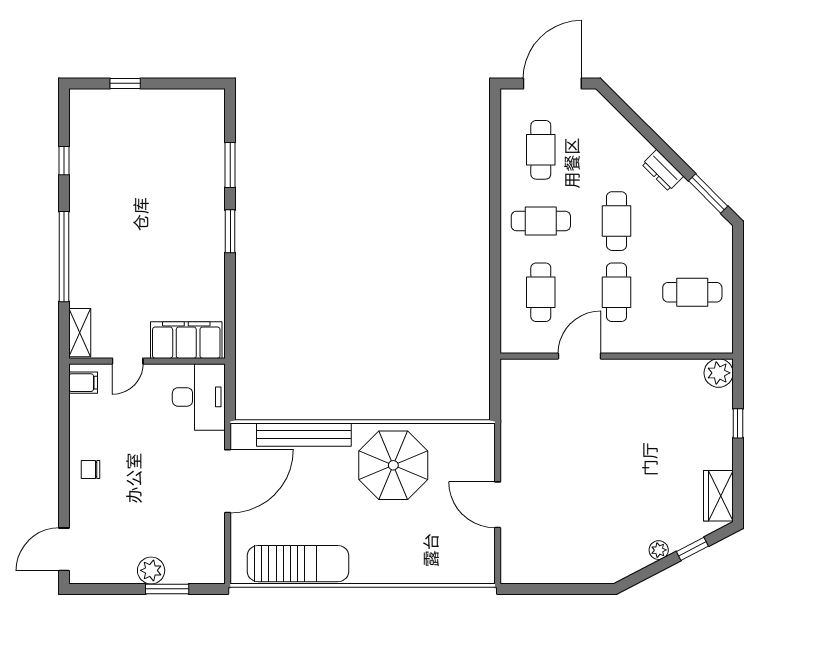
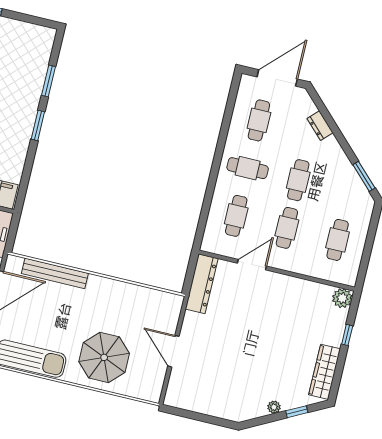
dresser: (663, 170) -> (320, 126), moved
cafe table: (692, 292) -> (338, 240), turned 90
dresser: (515, 400) -> (202, 284), added
parasol: (393, 465) -> (104, 357), moved
wardrobe: (718, 496) -> (325, 372), width x1.50

